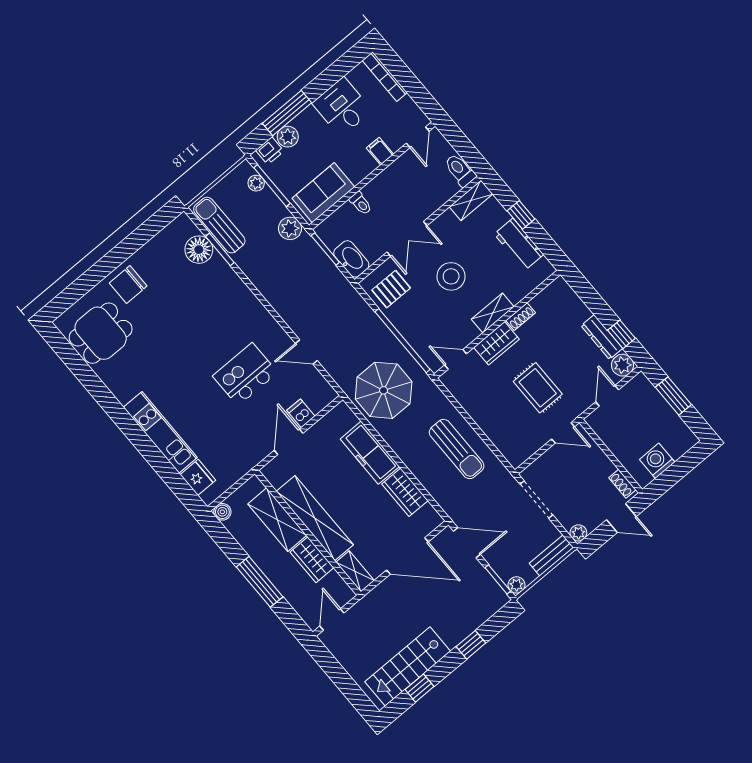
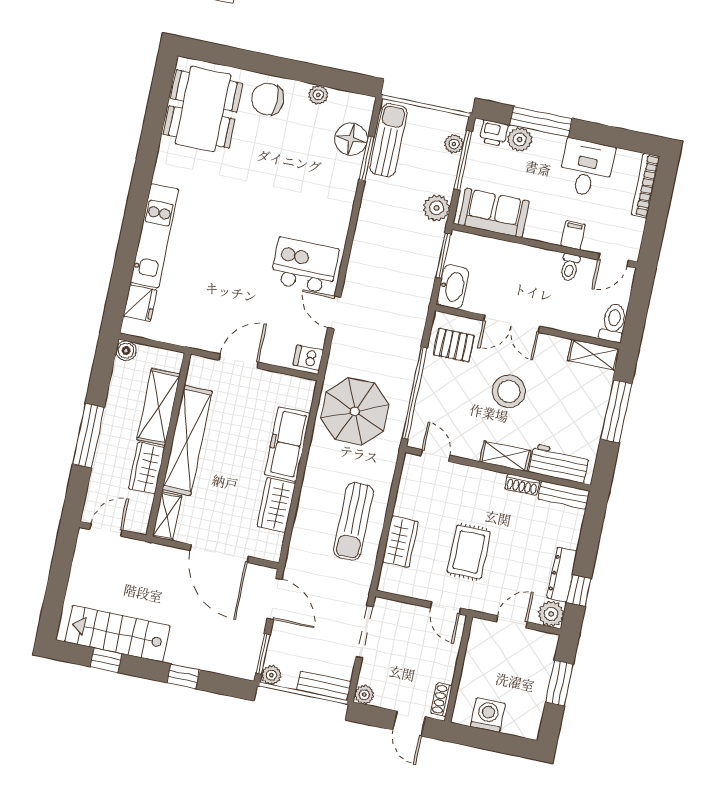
toilet: (361, 203) -> (570, 267), moved
window: (521, 215) -> (616, 411), width x2.17
workbench: (519, 244) -> (559, 464), moved, turned 90
plant: (152, 248) -> (318, 95), added
bench: (549, 294) -> (564, 495), added
dining table: (101, 333) -> (203, 109), width x1.38
wardrobe: (496, 343) -> (400, 542), moved, turned -90
kitchen island: (245, 374) -> (305, 266), moved
dishwasher: (301, 413) -> (308, 358), moved, turned -90

